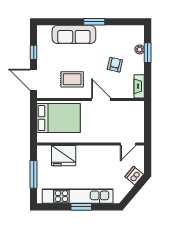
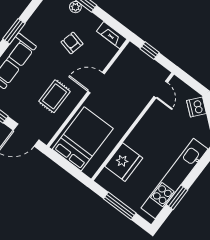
window: (148, 118) -> (150, 51), added
window: (81, 207) -> (177, 197), moved

